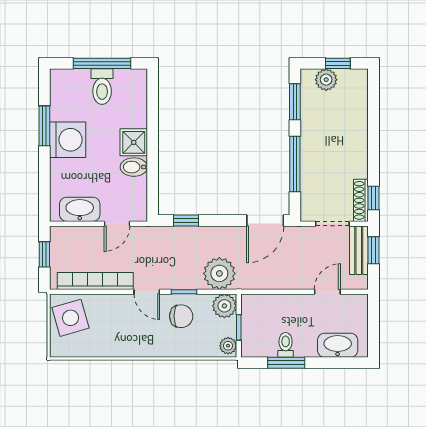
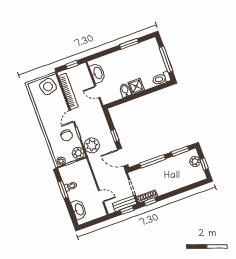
toilet: (102, 87) -> (161, 78), moved
washing machine: (68, 140) -> (127, 56), removed
window: (186, 221) -> (115, 136), moved

